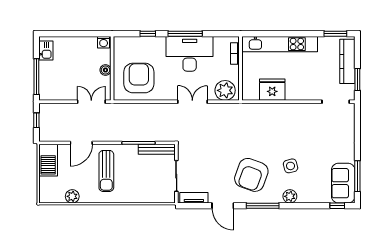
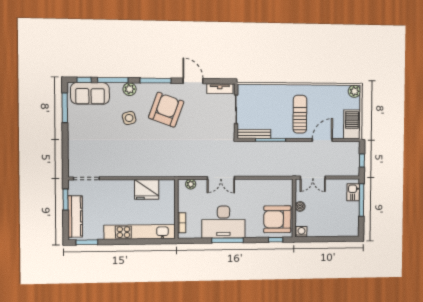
window: (148, 34) -> (276, 240), moved
kitchen sink: (46, 50) -> (353, 192), moved
armchair: (139, 78) -> (277, 219), moved, turned 90
plant: (225, 90) -> (191, 184), width x0.53, depth x0.53
sofa: (343, 183) -> (90, 93), moved, turned 90
plant: (72, 196) -> (354, 91), moved
window: (307, 206) -> (113, 80), added

